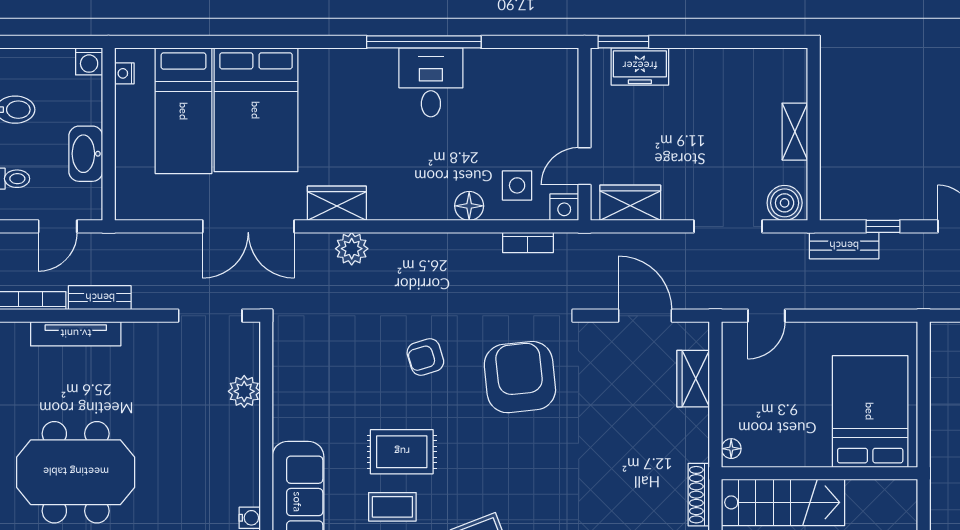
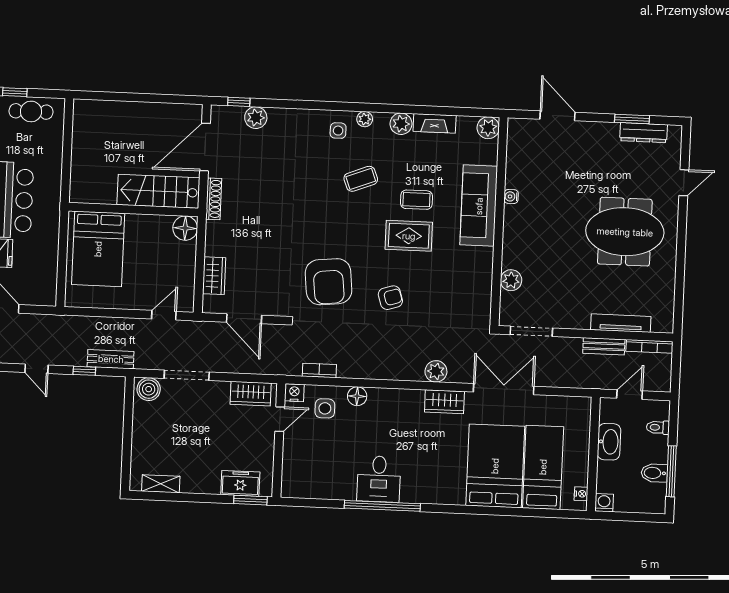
shelving: (795, 132) -> (161, 484), moved, turned 90
floor lamp: (731, 449) -> (185, 228), width x1.89, depth x1.89

